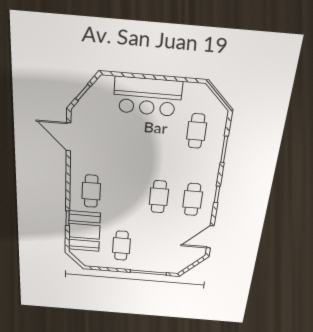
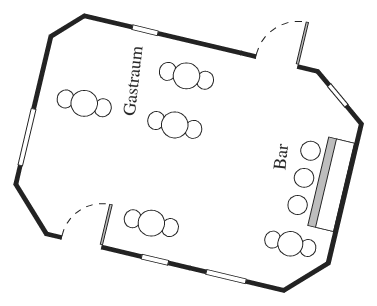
cafe table: (197, 131) -> (290, 244), moved
cafe table: (159, 197) -> (175, 125), moved
booth: (84, 231) -> (118, 51), removed
door: (210, 237) -> (82, 242), hinge flipped

